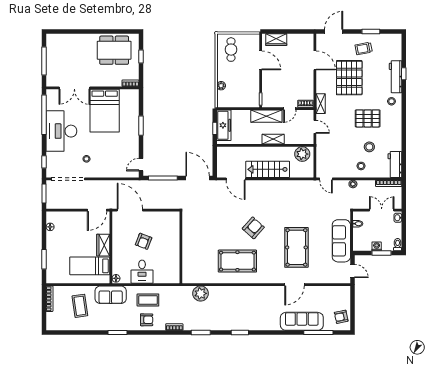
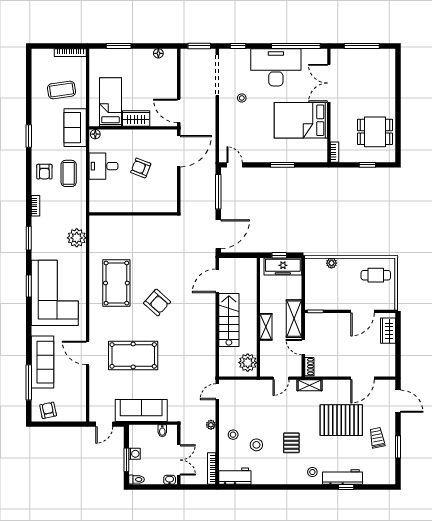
dining table: (114, 50) -> (375, 132), width x0.73
pallet: (368, 118) -> (291, 443), width x0.67, depth x0.71
corner sofa: (245, 311) -> (55, 293), added

